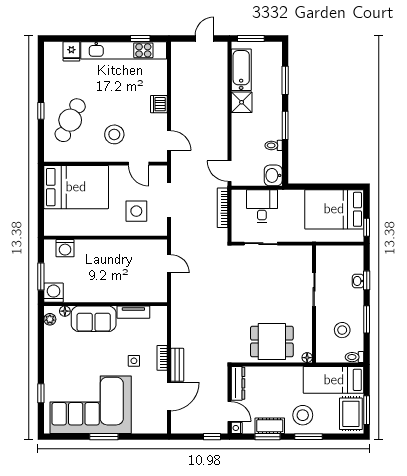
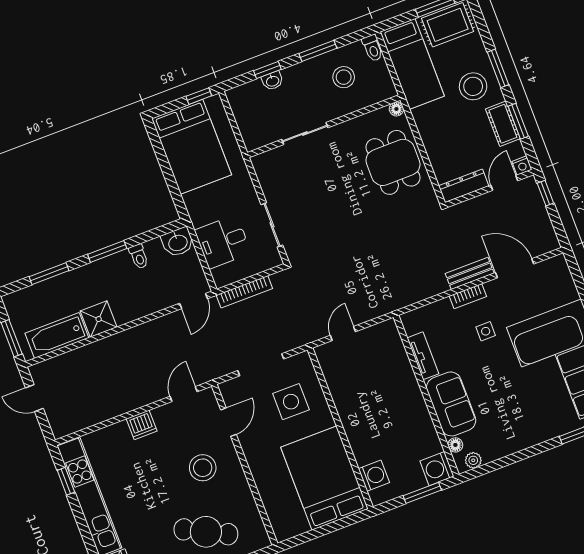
bed: (76, 187) -> (324, 478), moved

